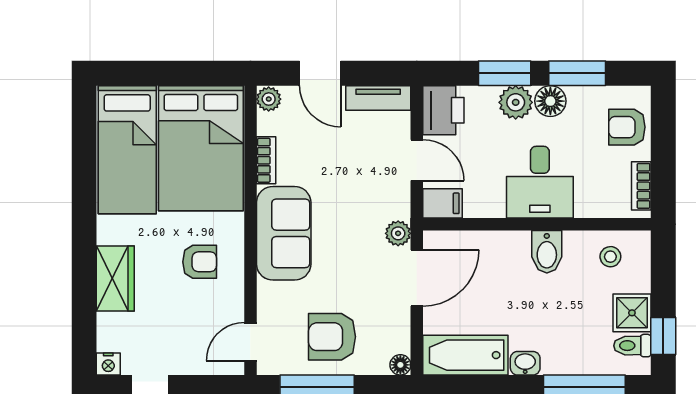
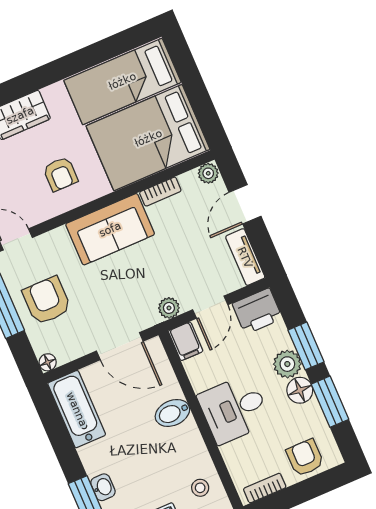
plant: (398, 233) -> (169, 308), moved
bidet: (547, 252) -> (172, 413), moved
washbasin: (525, 363) -> (103, 487), moved

